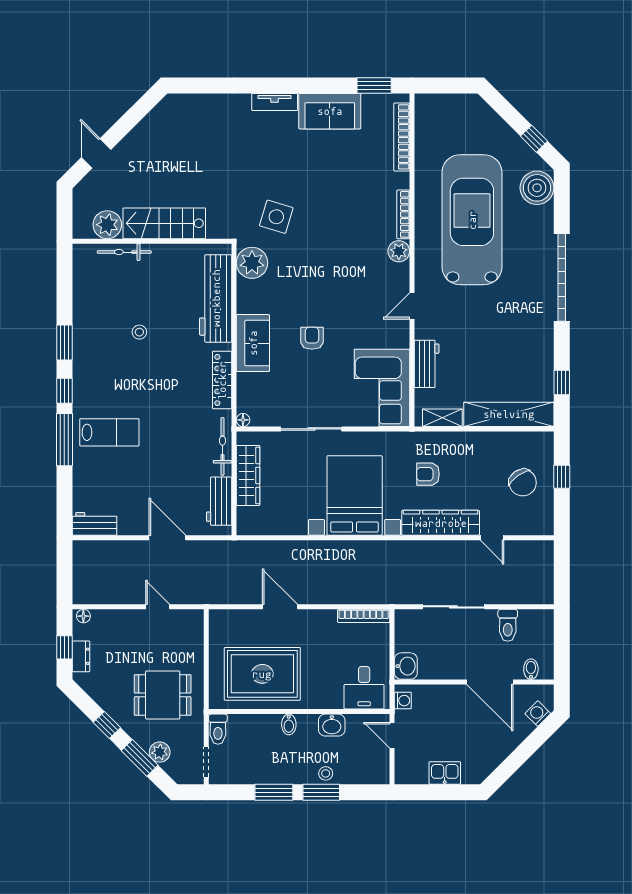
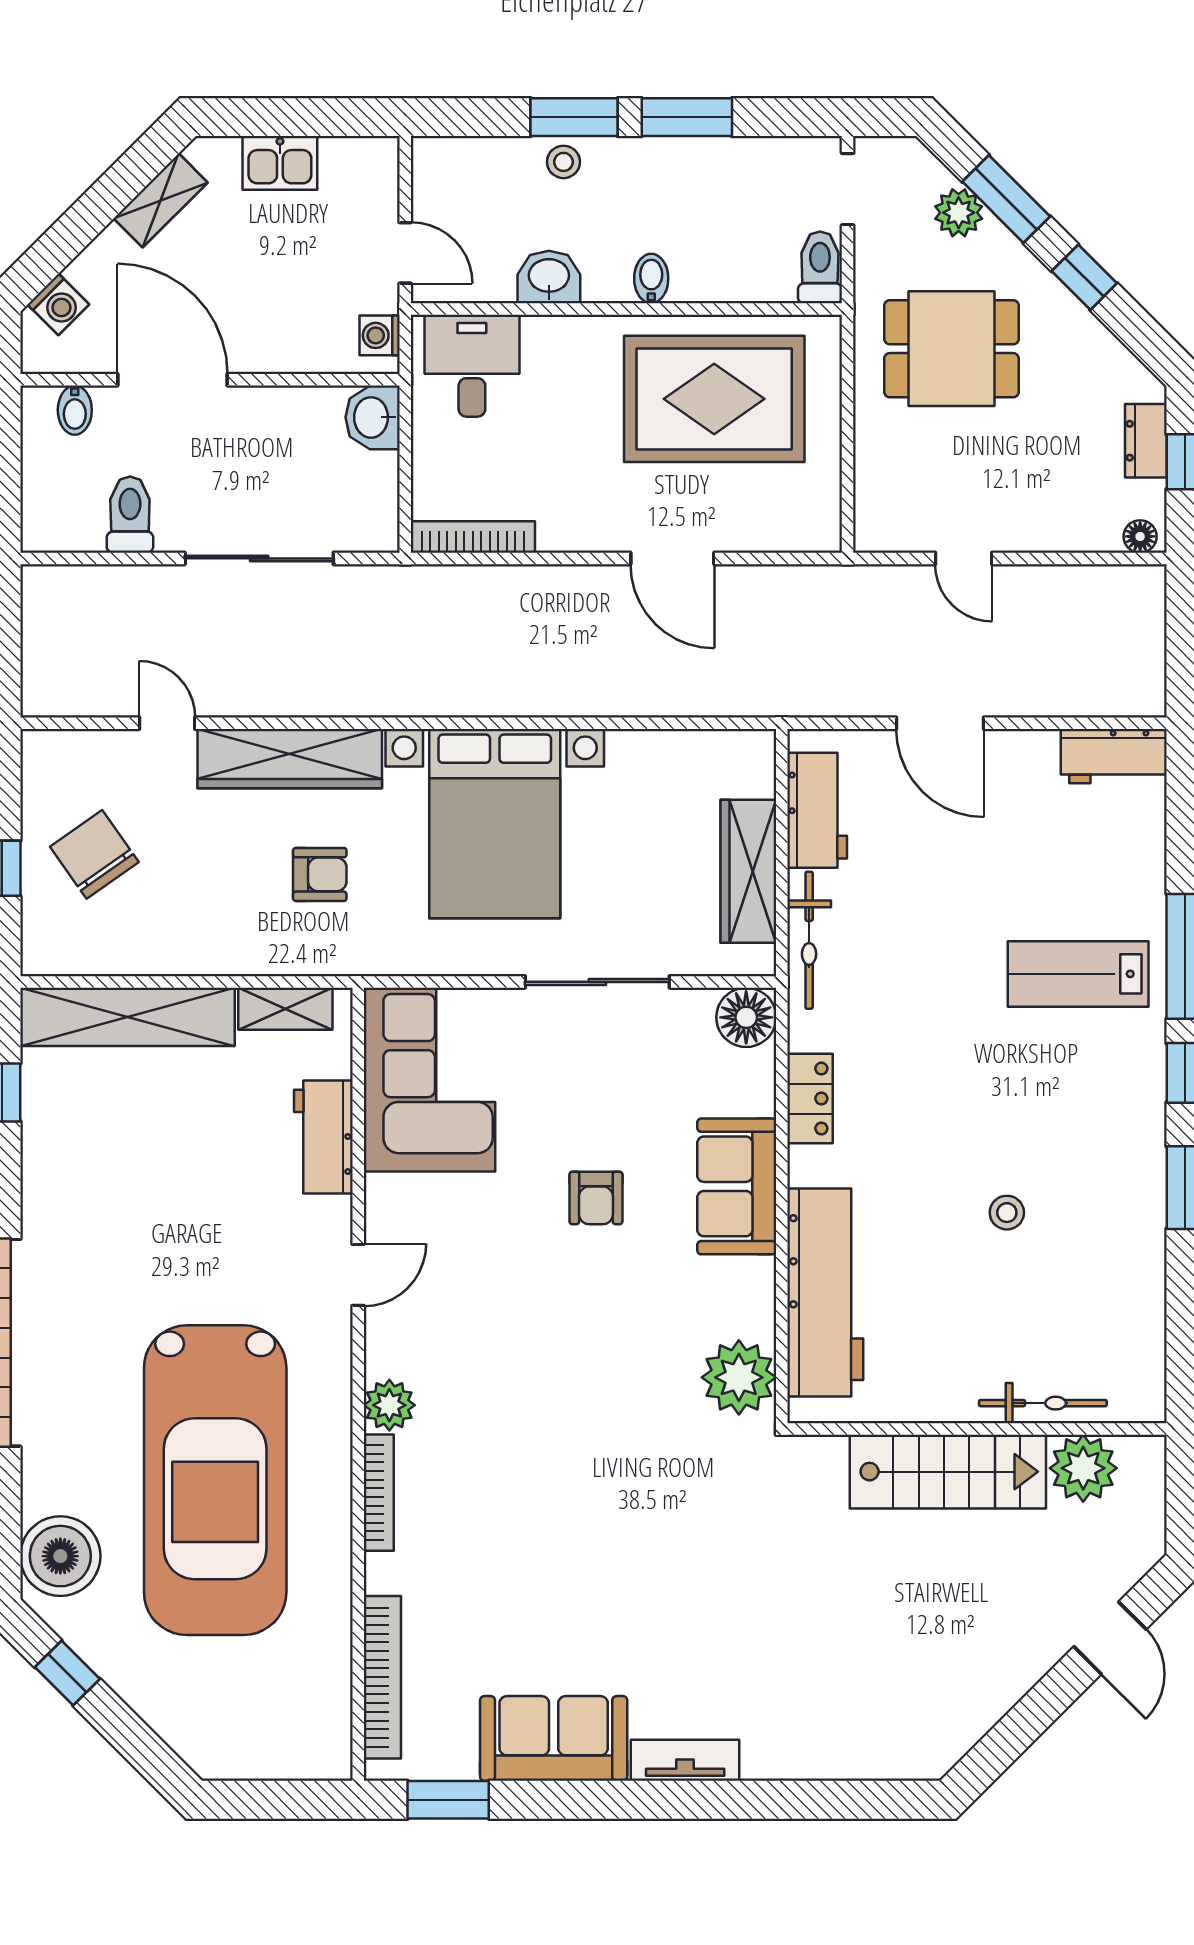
side table: (276, 217) -> (681, 1487), removed
locker: (222, 380) -> (810, 1099), width x0.66
floor lamp: (243, 420) -> (746, 1017), width x1.89, depth x1.89
shelving: (495, 757) -> (161, 200), added

